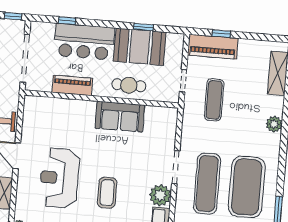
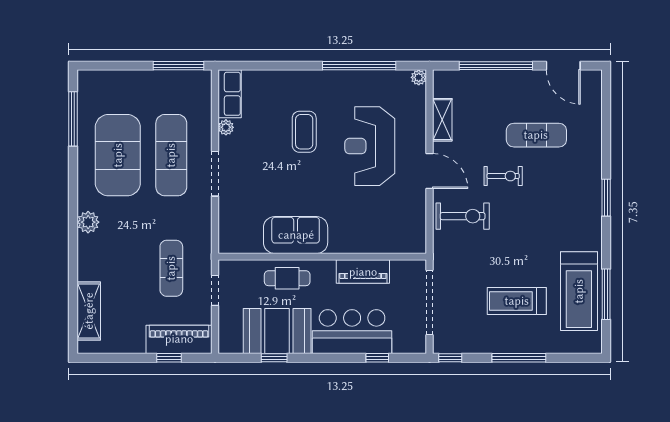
plant: (274, 124) -> (88, 222), moved
reception desk: (59, 178) -> (370, 146), turned 180
plant: (160, 195) -> (226, 127), width x0.53, depth x0.53

